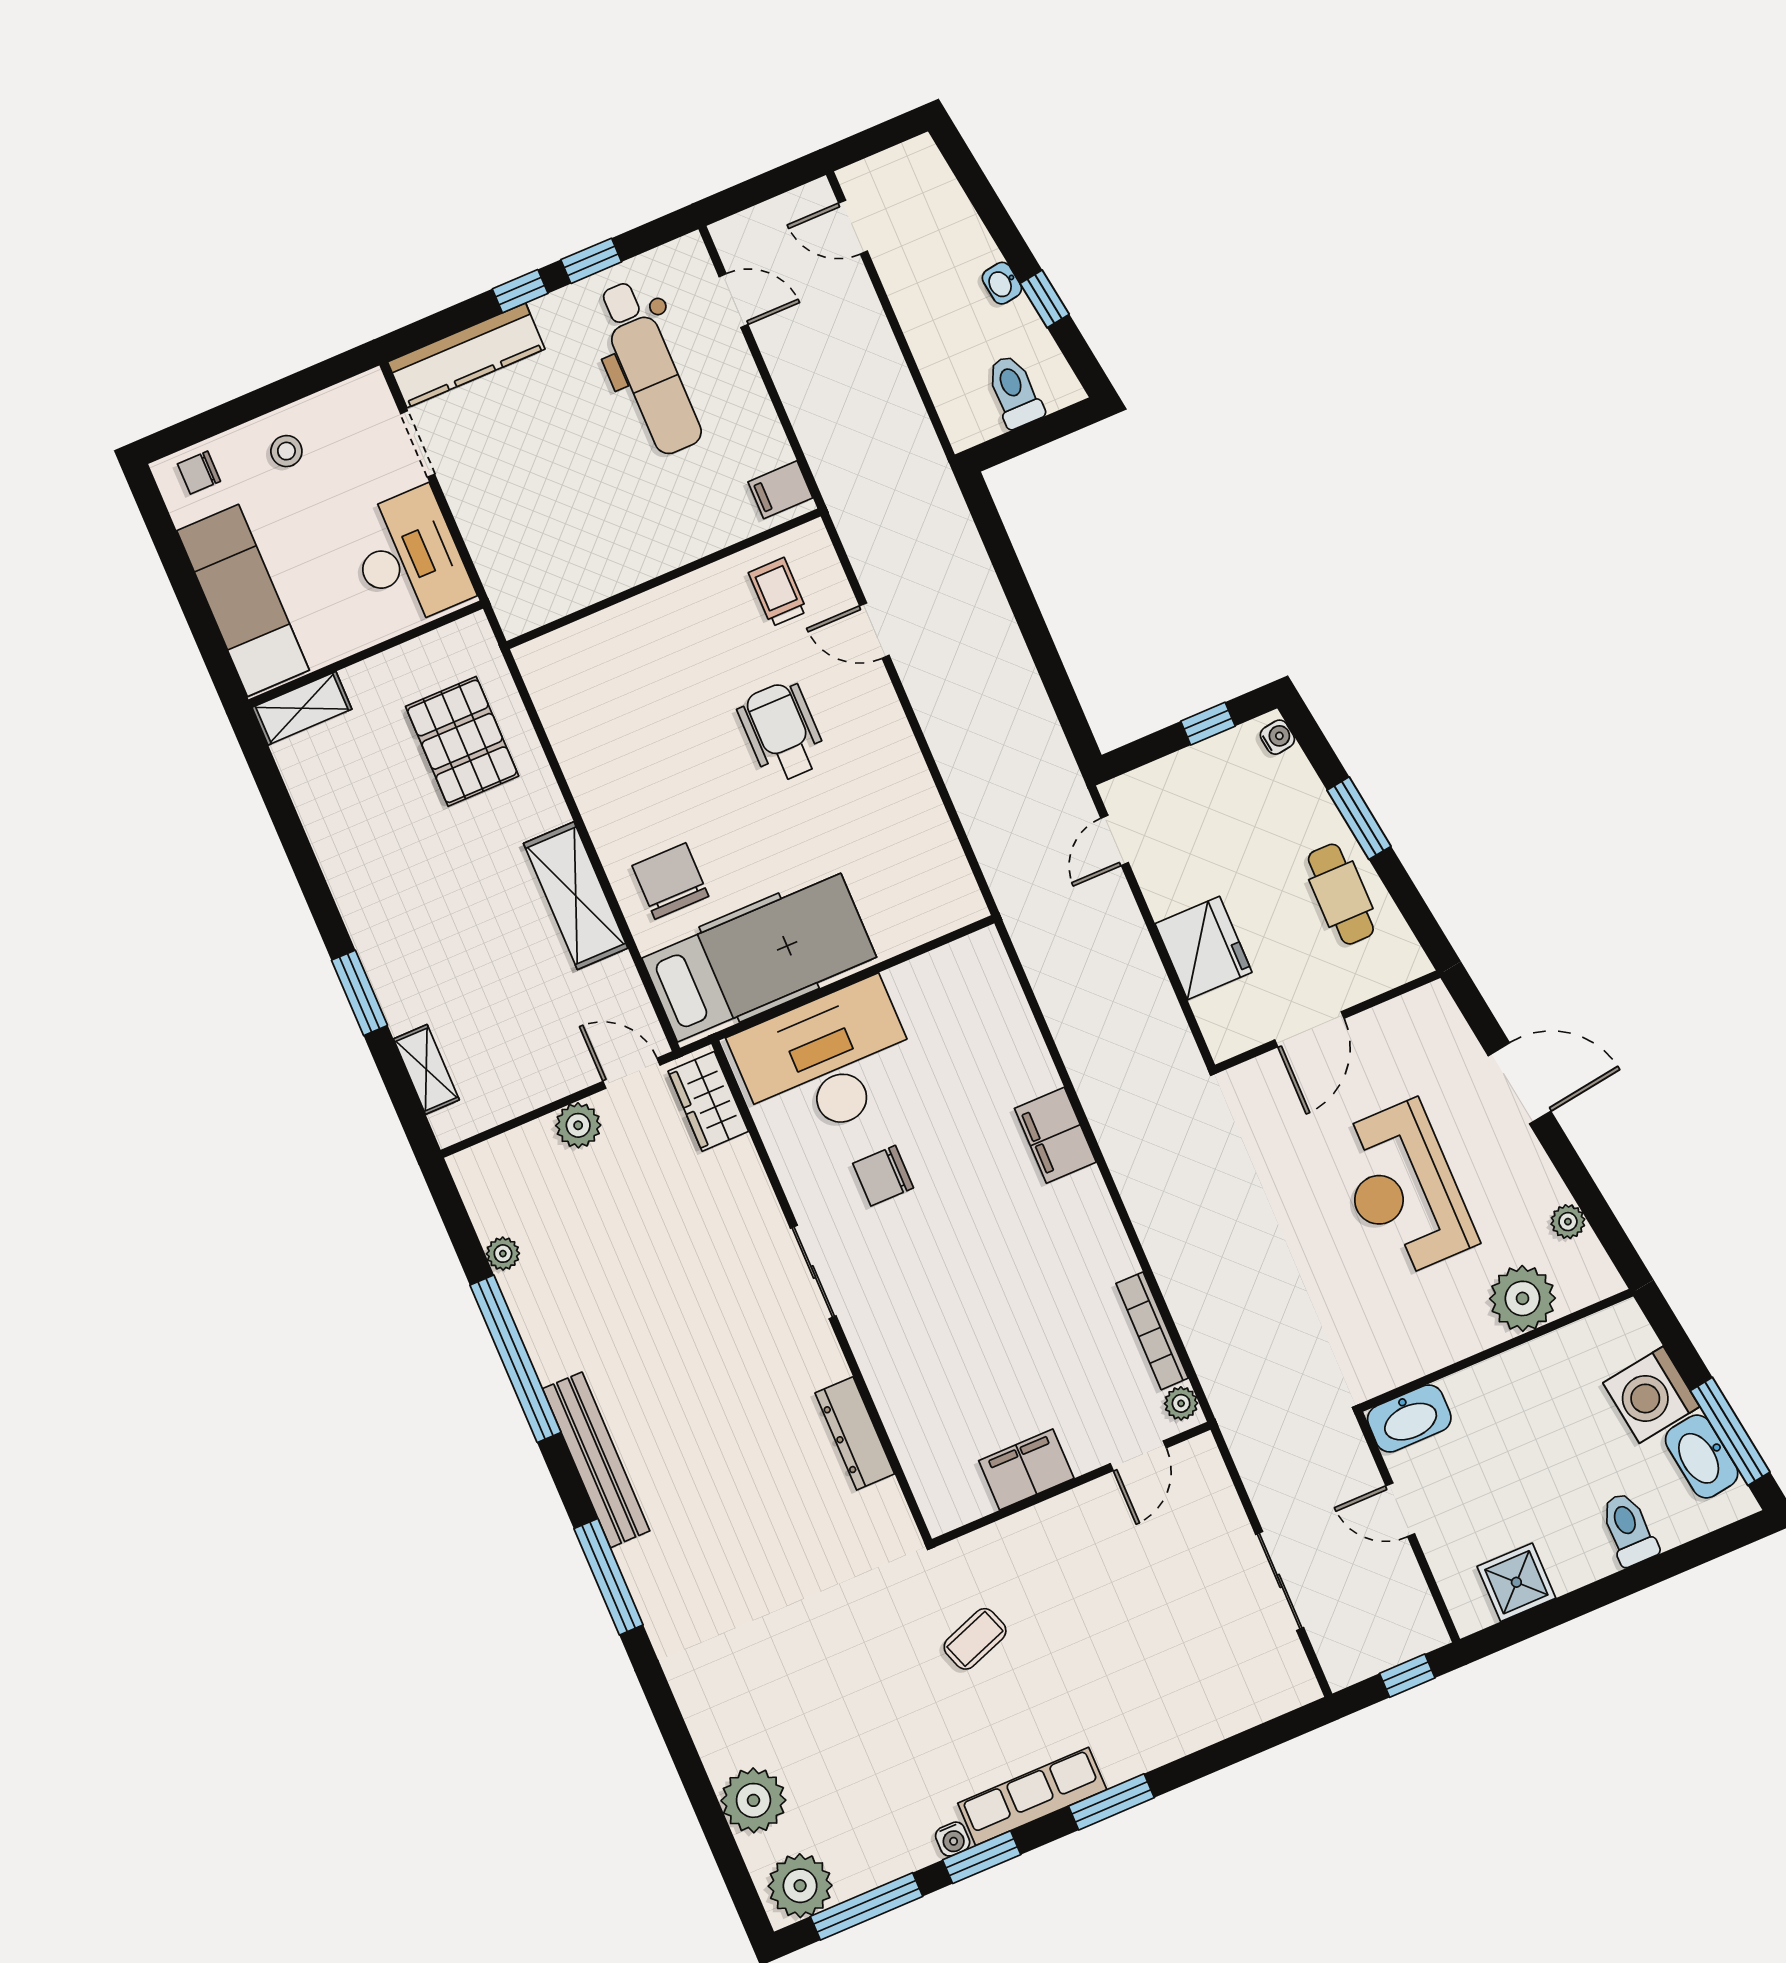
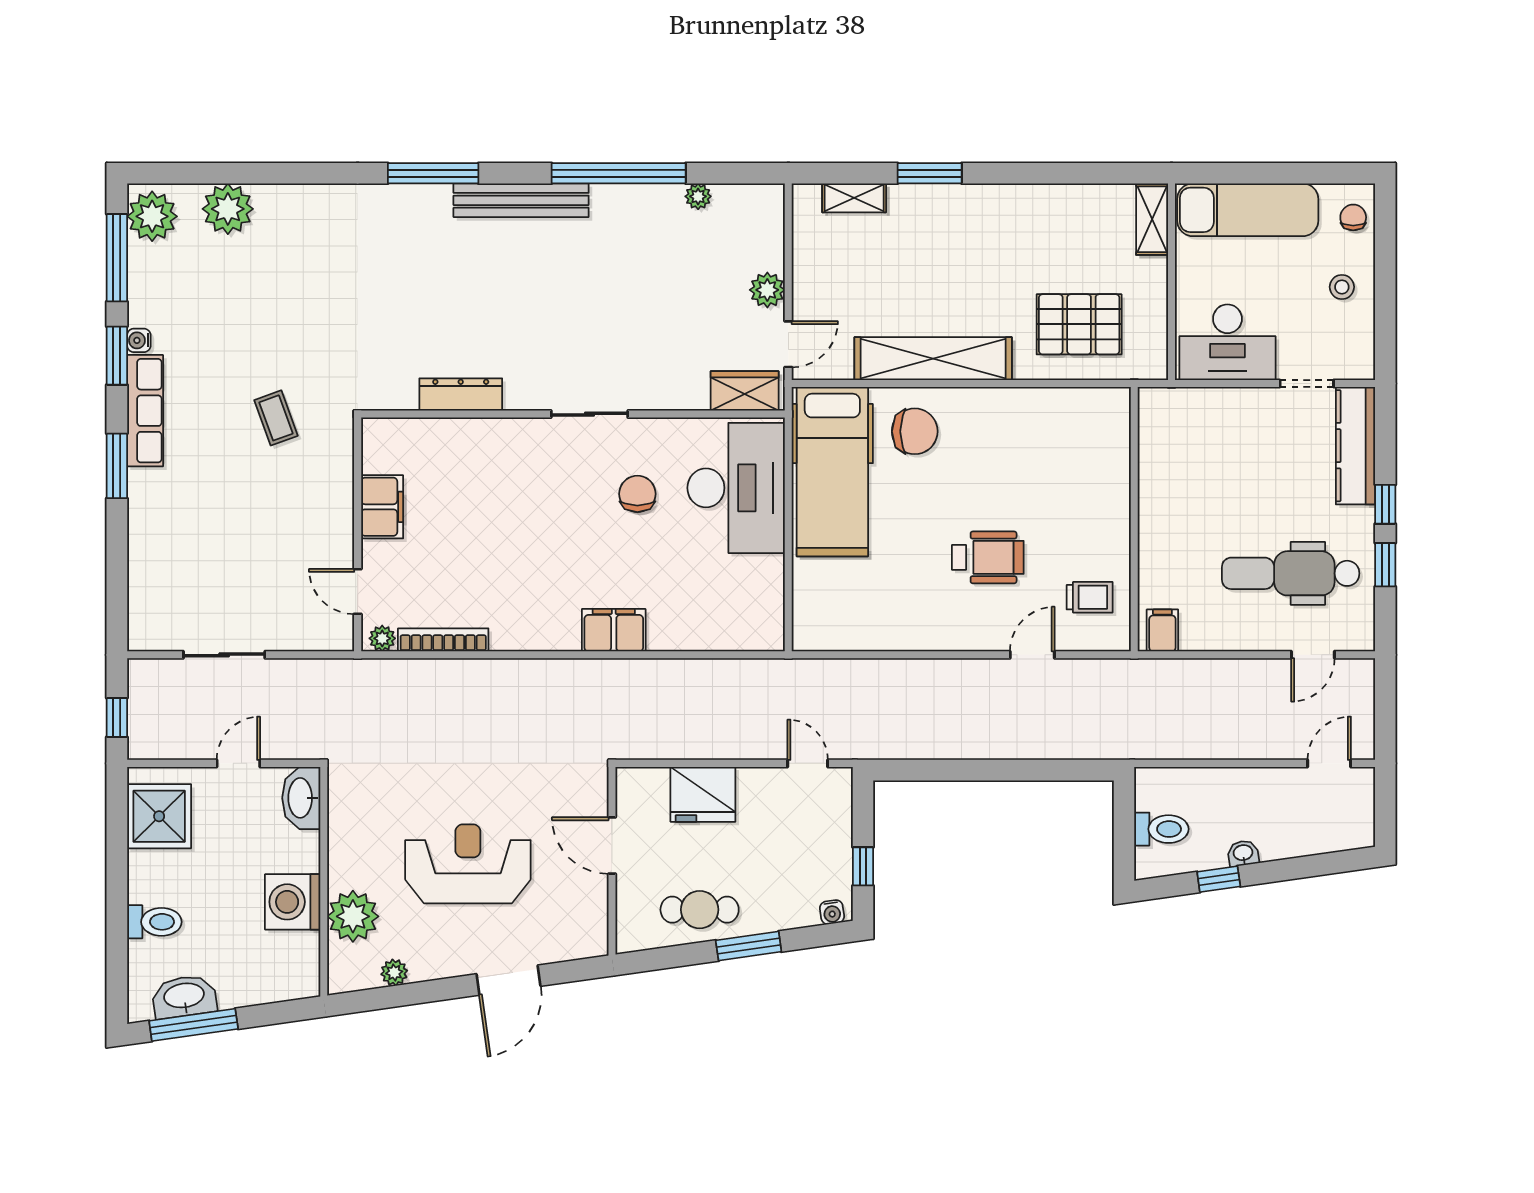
shelving: (576, 896) -> (933, 359), width x1.47
washing machine: (1651, 1395) -> (293, 902), moved, turned -82
shower: (1516, 1582) -> (159, 816), width x1.36, depth x1.36

